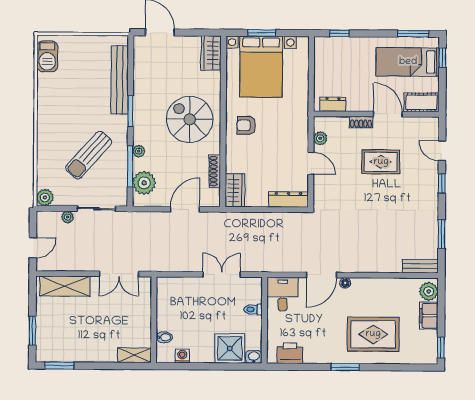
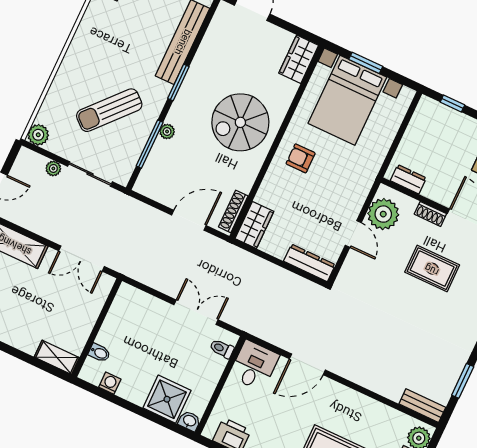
spiral stairs: (190, 119) -> (240, 122), turned -90
plant: (320, 138) -> (383, 214), width x1.88, depth x1.88
shoe rack: (215, 171) -> (233, 211), moved
plant: (144, 183) -> (157, 170), removed
floor lamp: (345, 283) -> (330, 385), removed
toilet: (253, 309) -> (222, 349), moved

